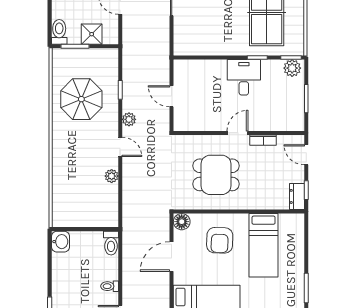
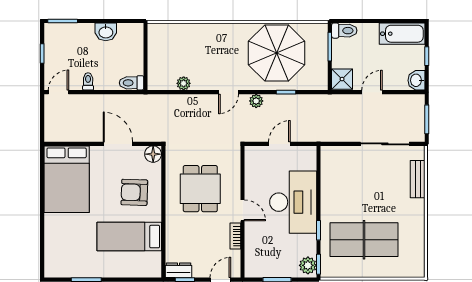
shower: (92, 34) -> (342, 79), moved
desk: (244, 77) -> (293, 202), width x1.87, depth x1.30
parasol: (81, 99) -> (277, 53), width x1.36, depth x1.36
plant: (112, 176) -> (184, 83), moved
washbasin: (60, 242) -> (106, 32), moved

